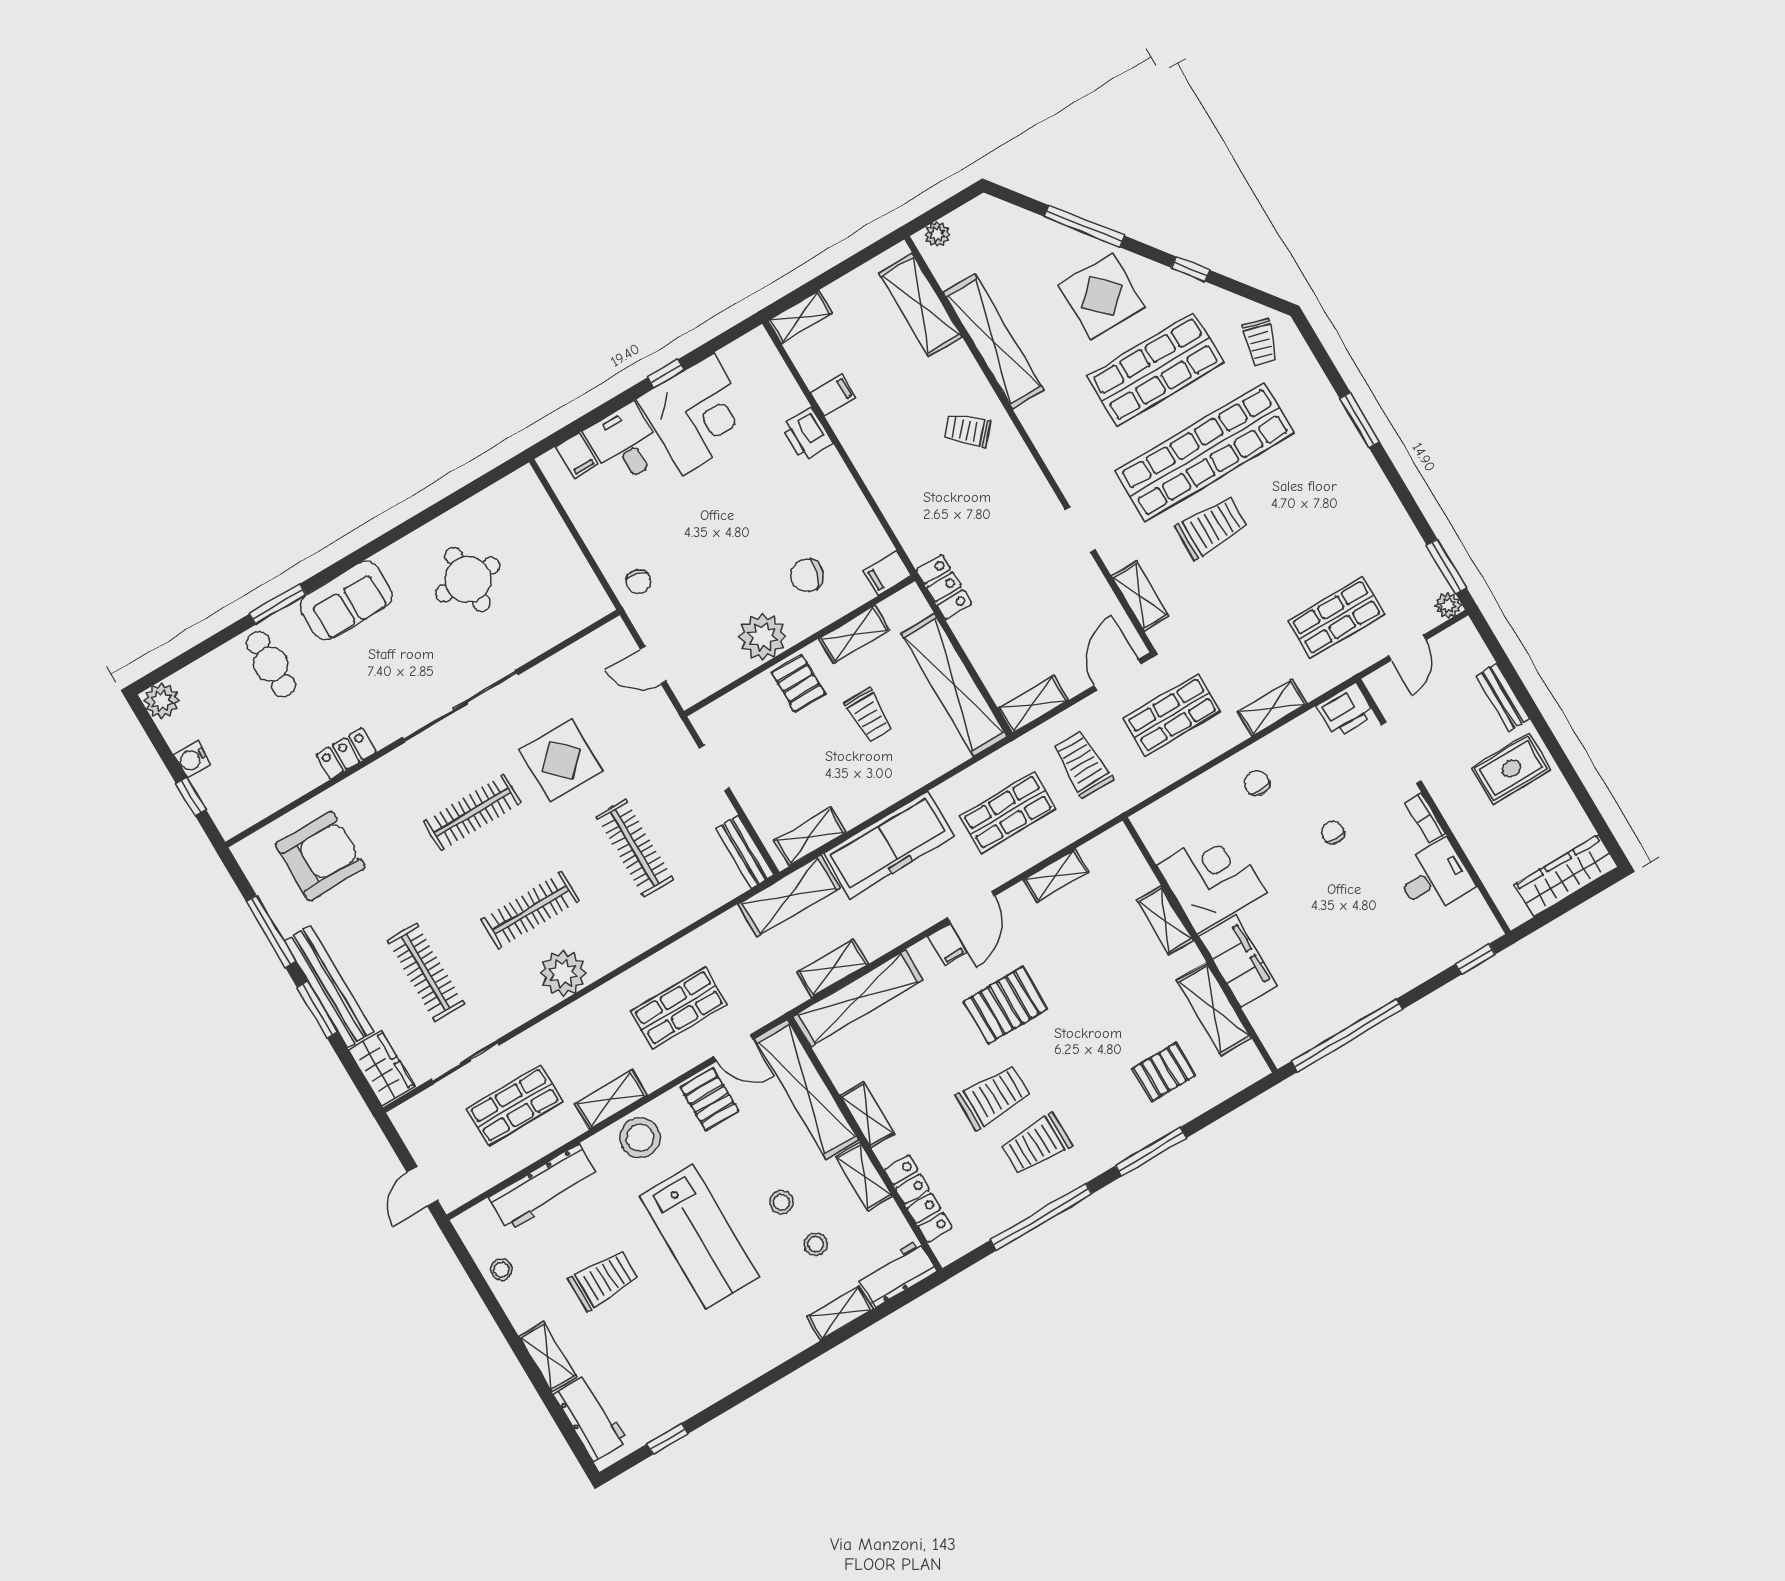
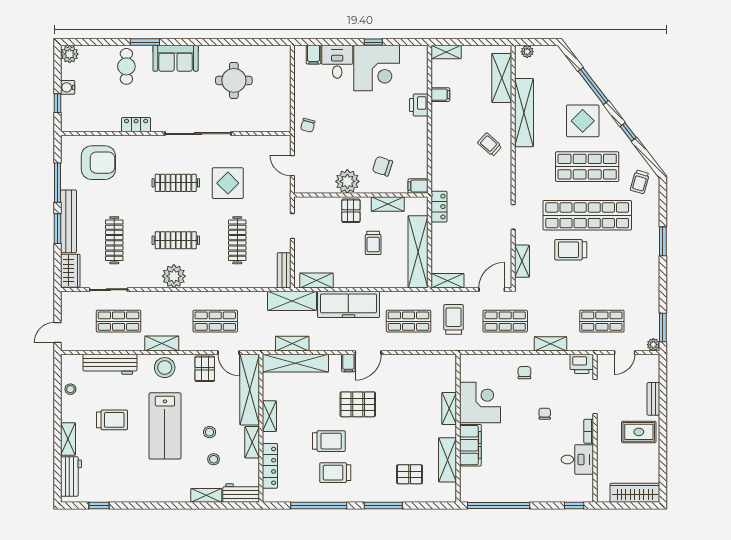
trolley: (1211, 527) -> (571, 250), turned 180
shelving: (1056, 876) -> (413, 361), removed

